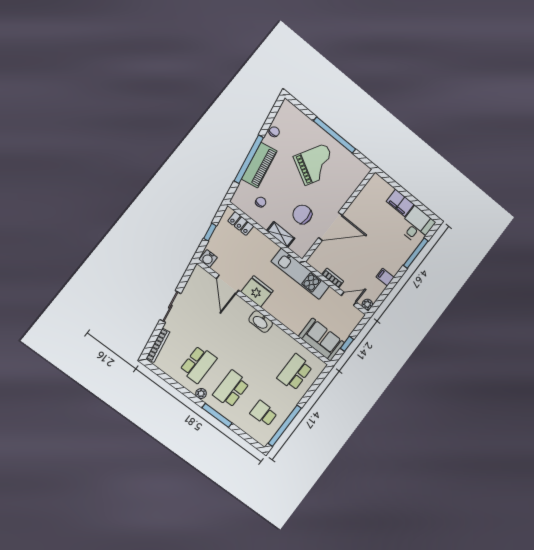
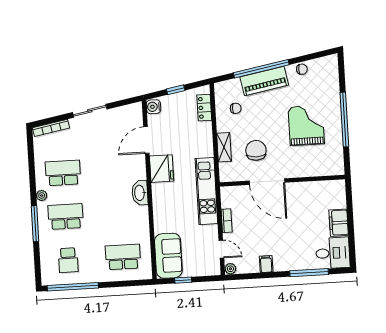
grand piano: (316, 164) -> (306, 125), turned -119
school desk: (198, 364) -> (63, 173), turned 180
school desk: (264, 413) -> (68, 260), turned 180

